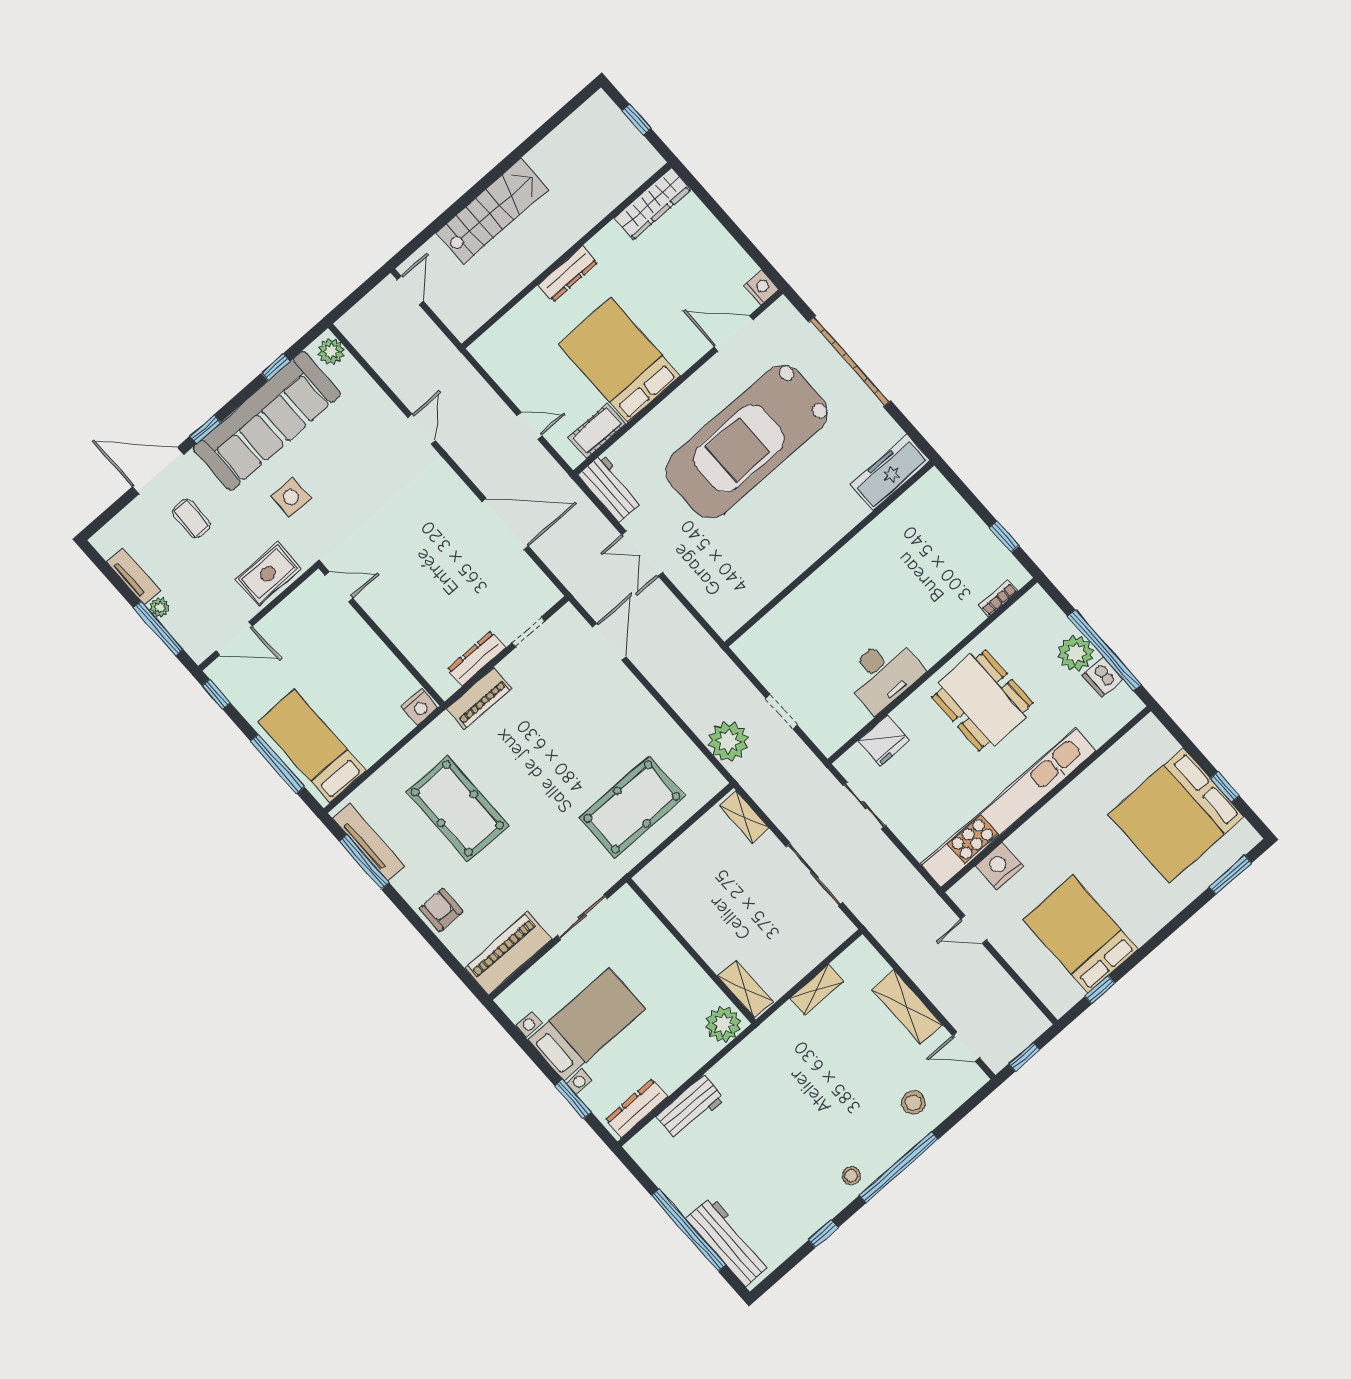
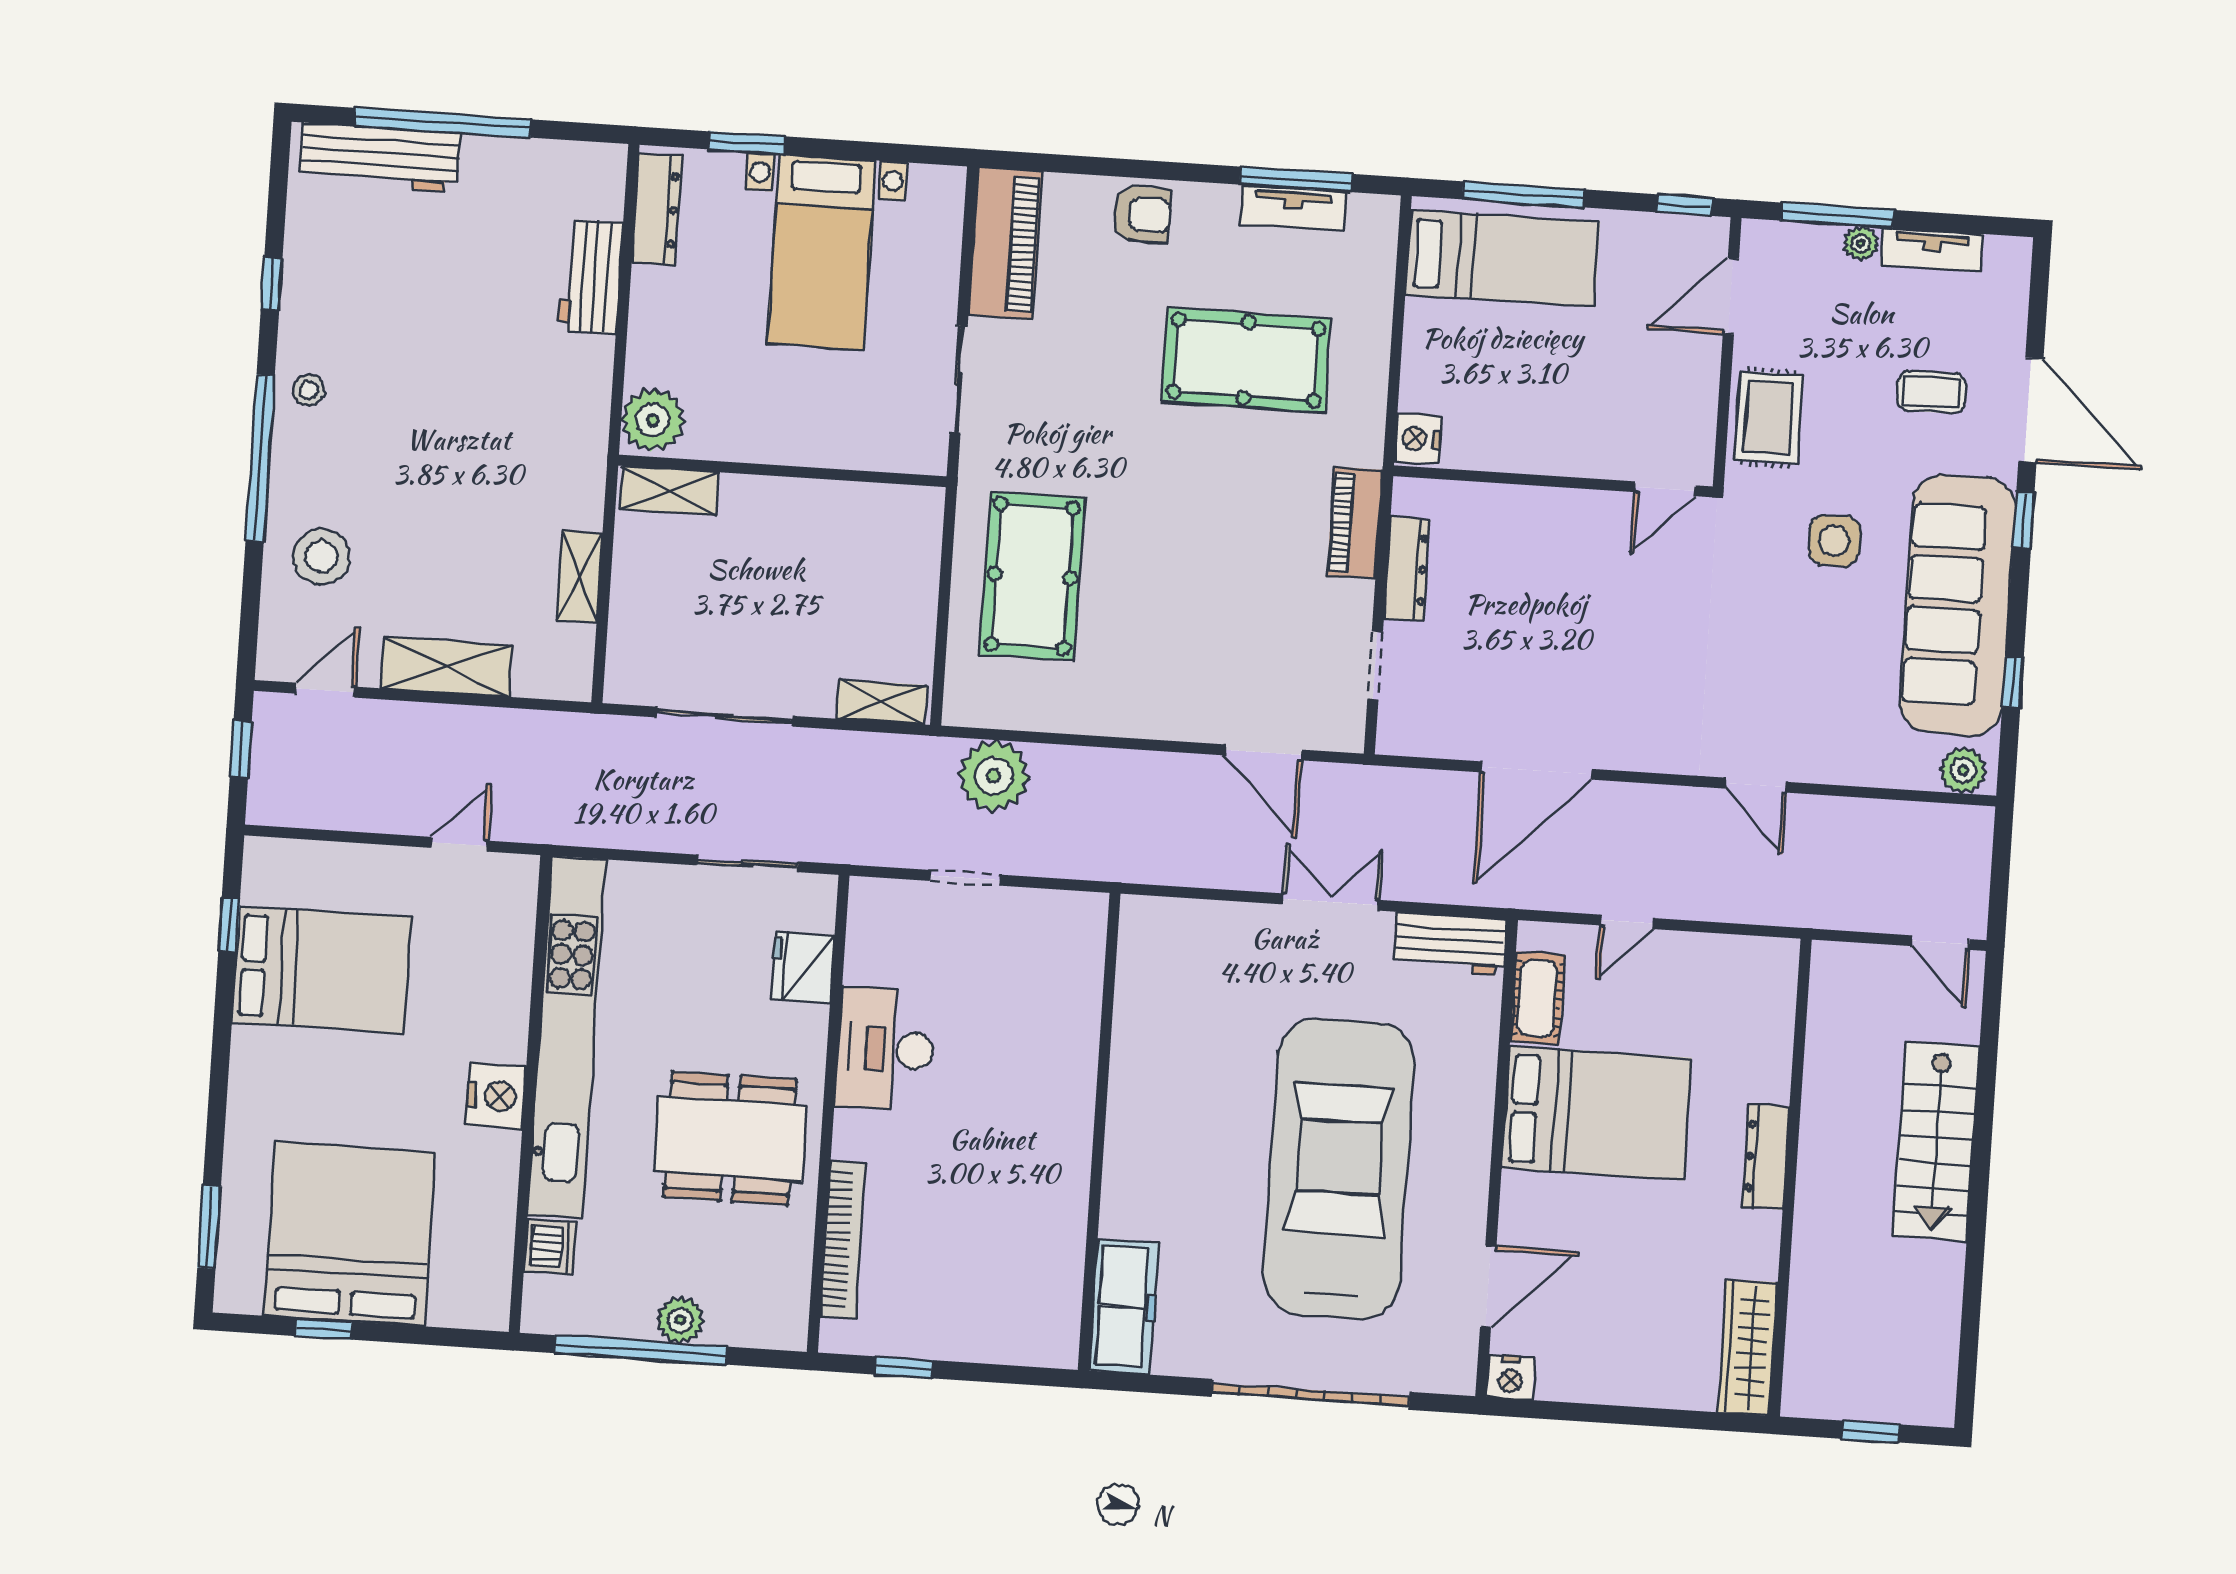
door: (158, 471) -> (2031, 410), hinge flipped
bookcase: (998, 598) -> (843, 1240), width x2.31, depth x1.31
plant: (1076, 653) -> (680, 1320), width x0.73, depth x0.73
dishwasher: (1102, 677) -> (550, 1247), moved, turned 90
tv unit: (369, 843) -> (1293, 208), width x0.71
nightstand: (999, 866) -> (496, 1096), moved
stool: (913, 1103) -> (321, 556), width x1.38, depth x1.38

